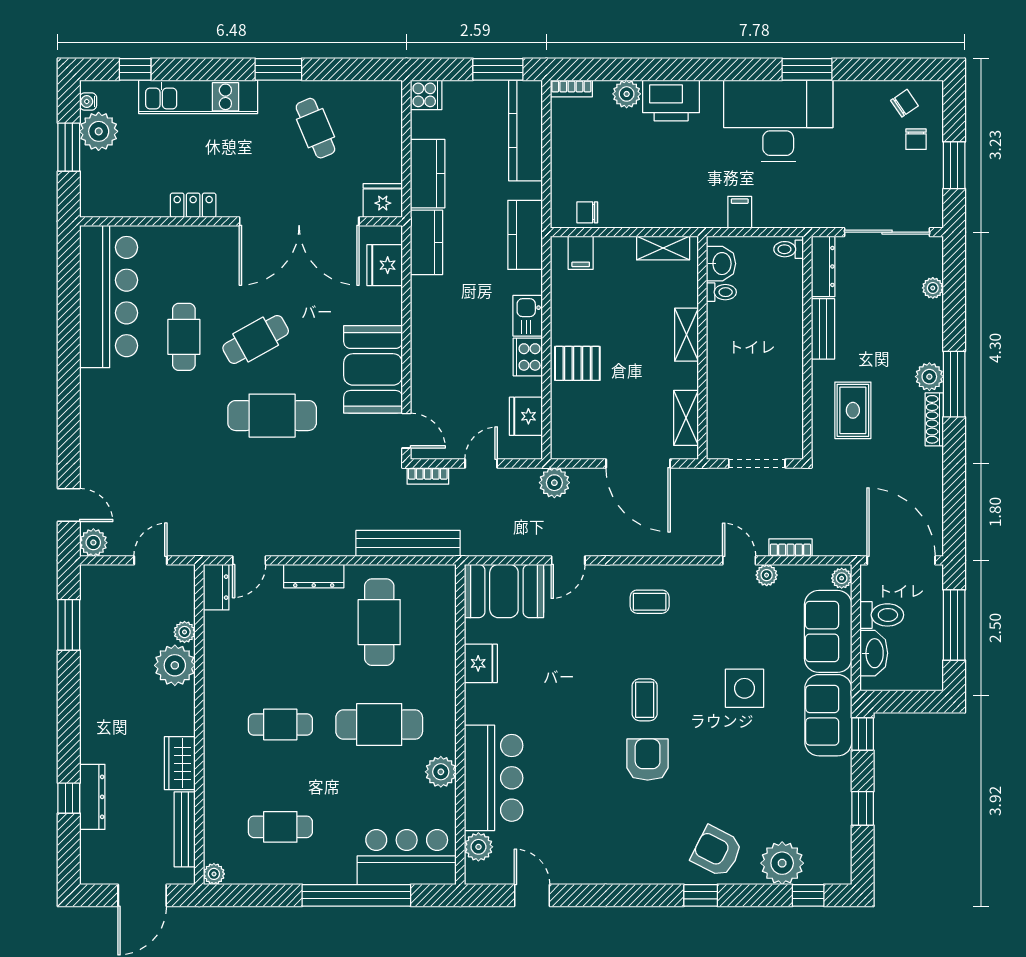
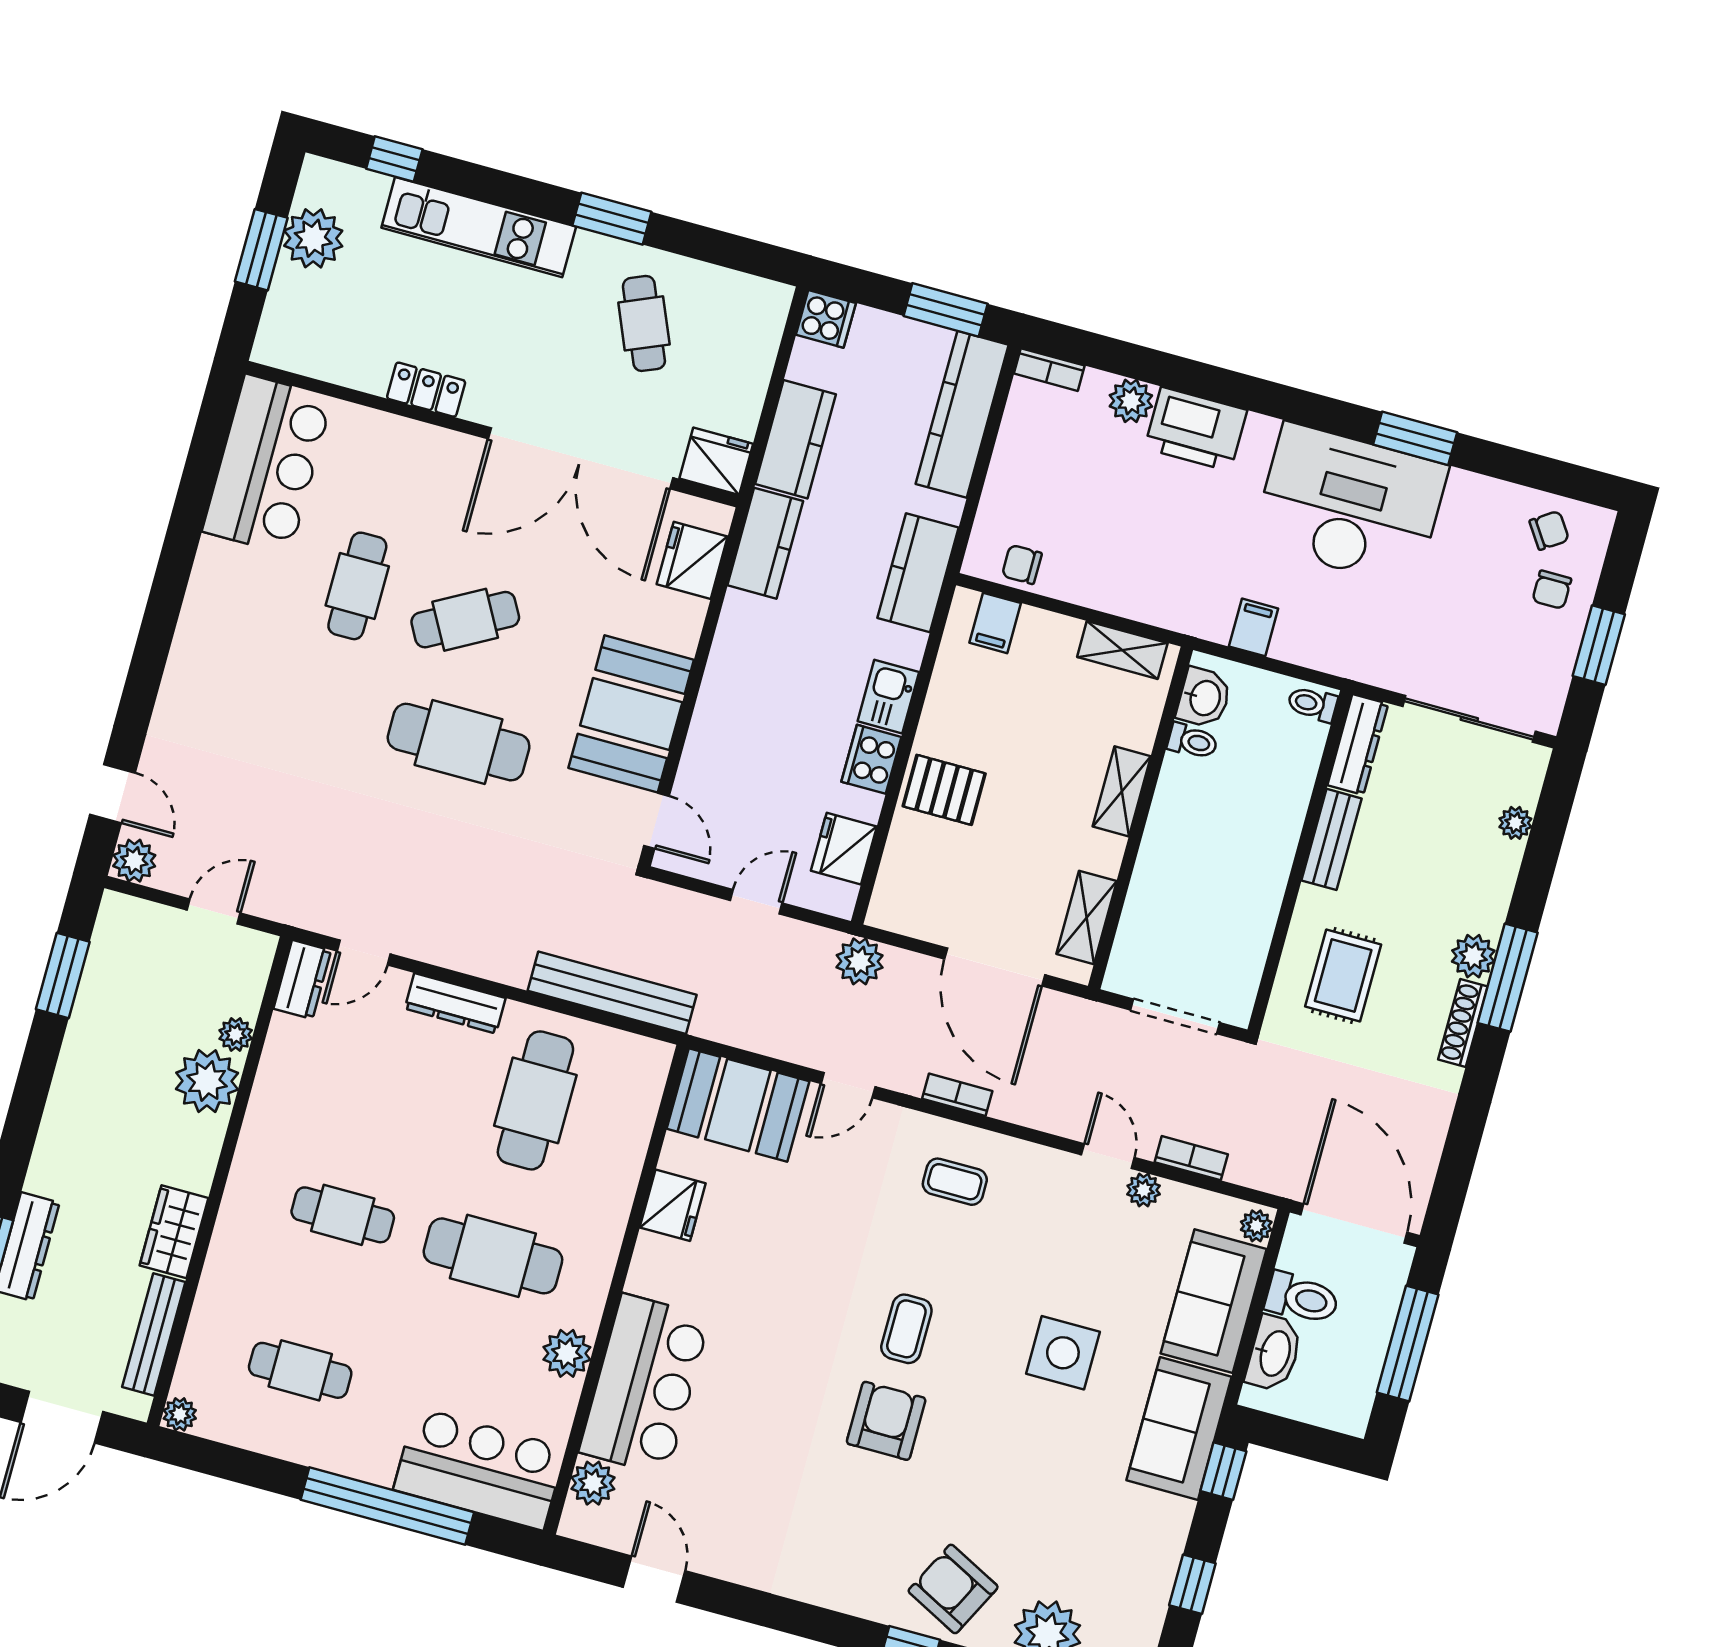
water cooler: (88, 101) -> (310, 188), removed
bar counter: (109, 297) -> (267, 464), width x0.73
bookcase: (428, 476) -> (957, 1095), moved, turned 180

